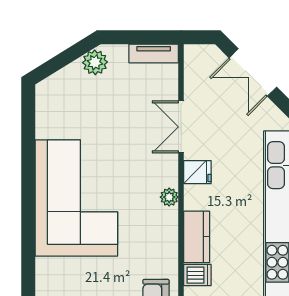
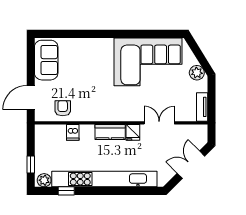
plant: (169, 197) -> (118, 116), removed
corner sofa: (76, 198) -> (148, 62), moved
kitchen counter: (197, 237) -> (110, 132), moved

